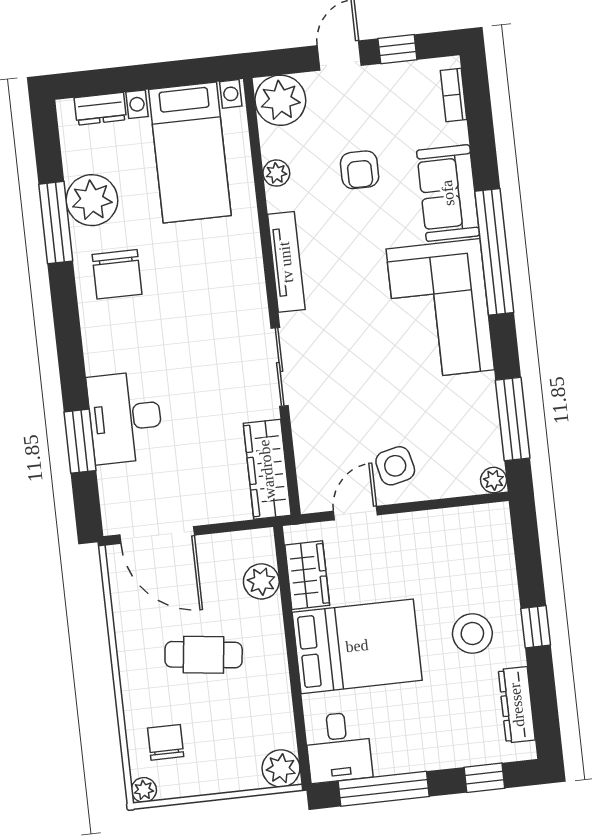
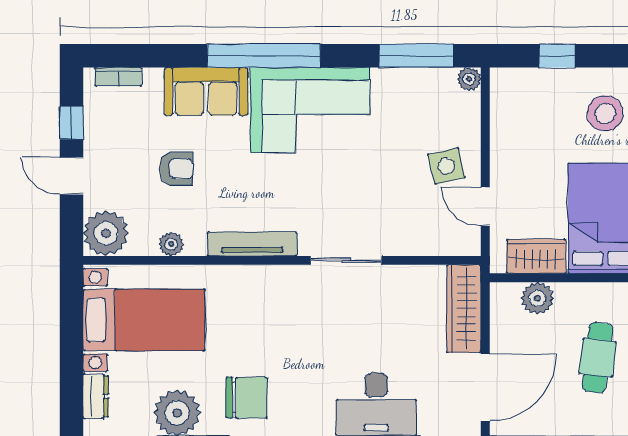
wardrobe: (267, 469) -> (464, 309), moved, turned 90
window: (536, 627) -> (557, 56), moved

